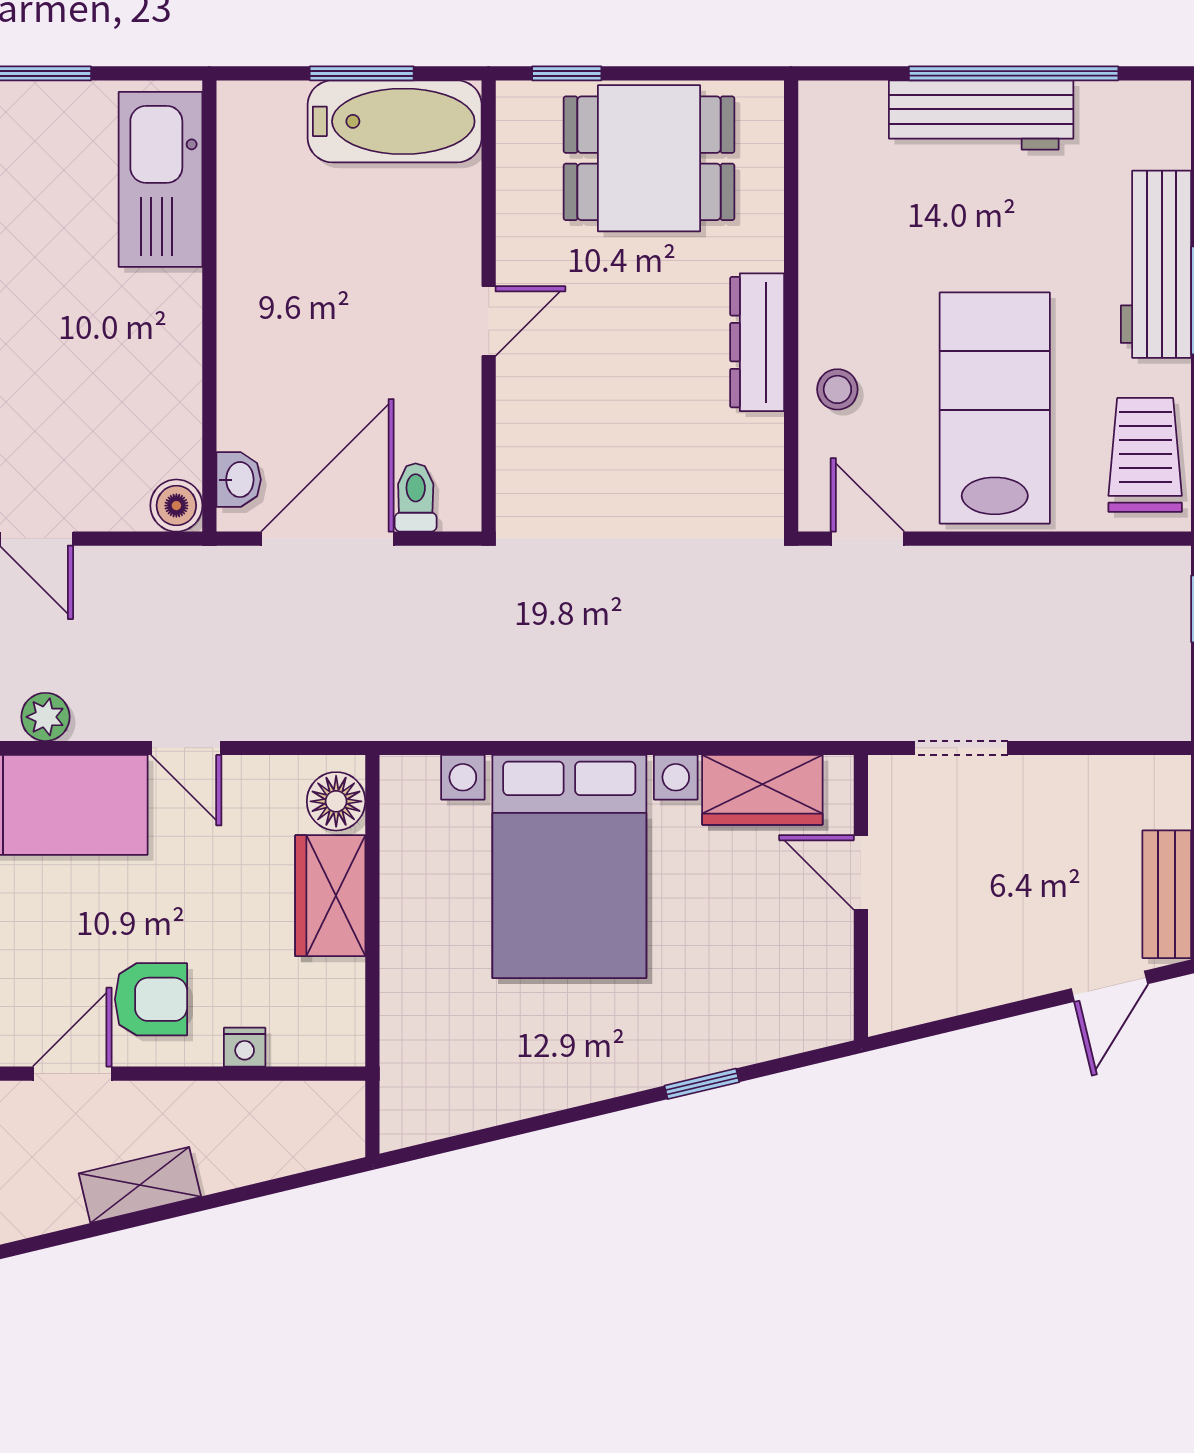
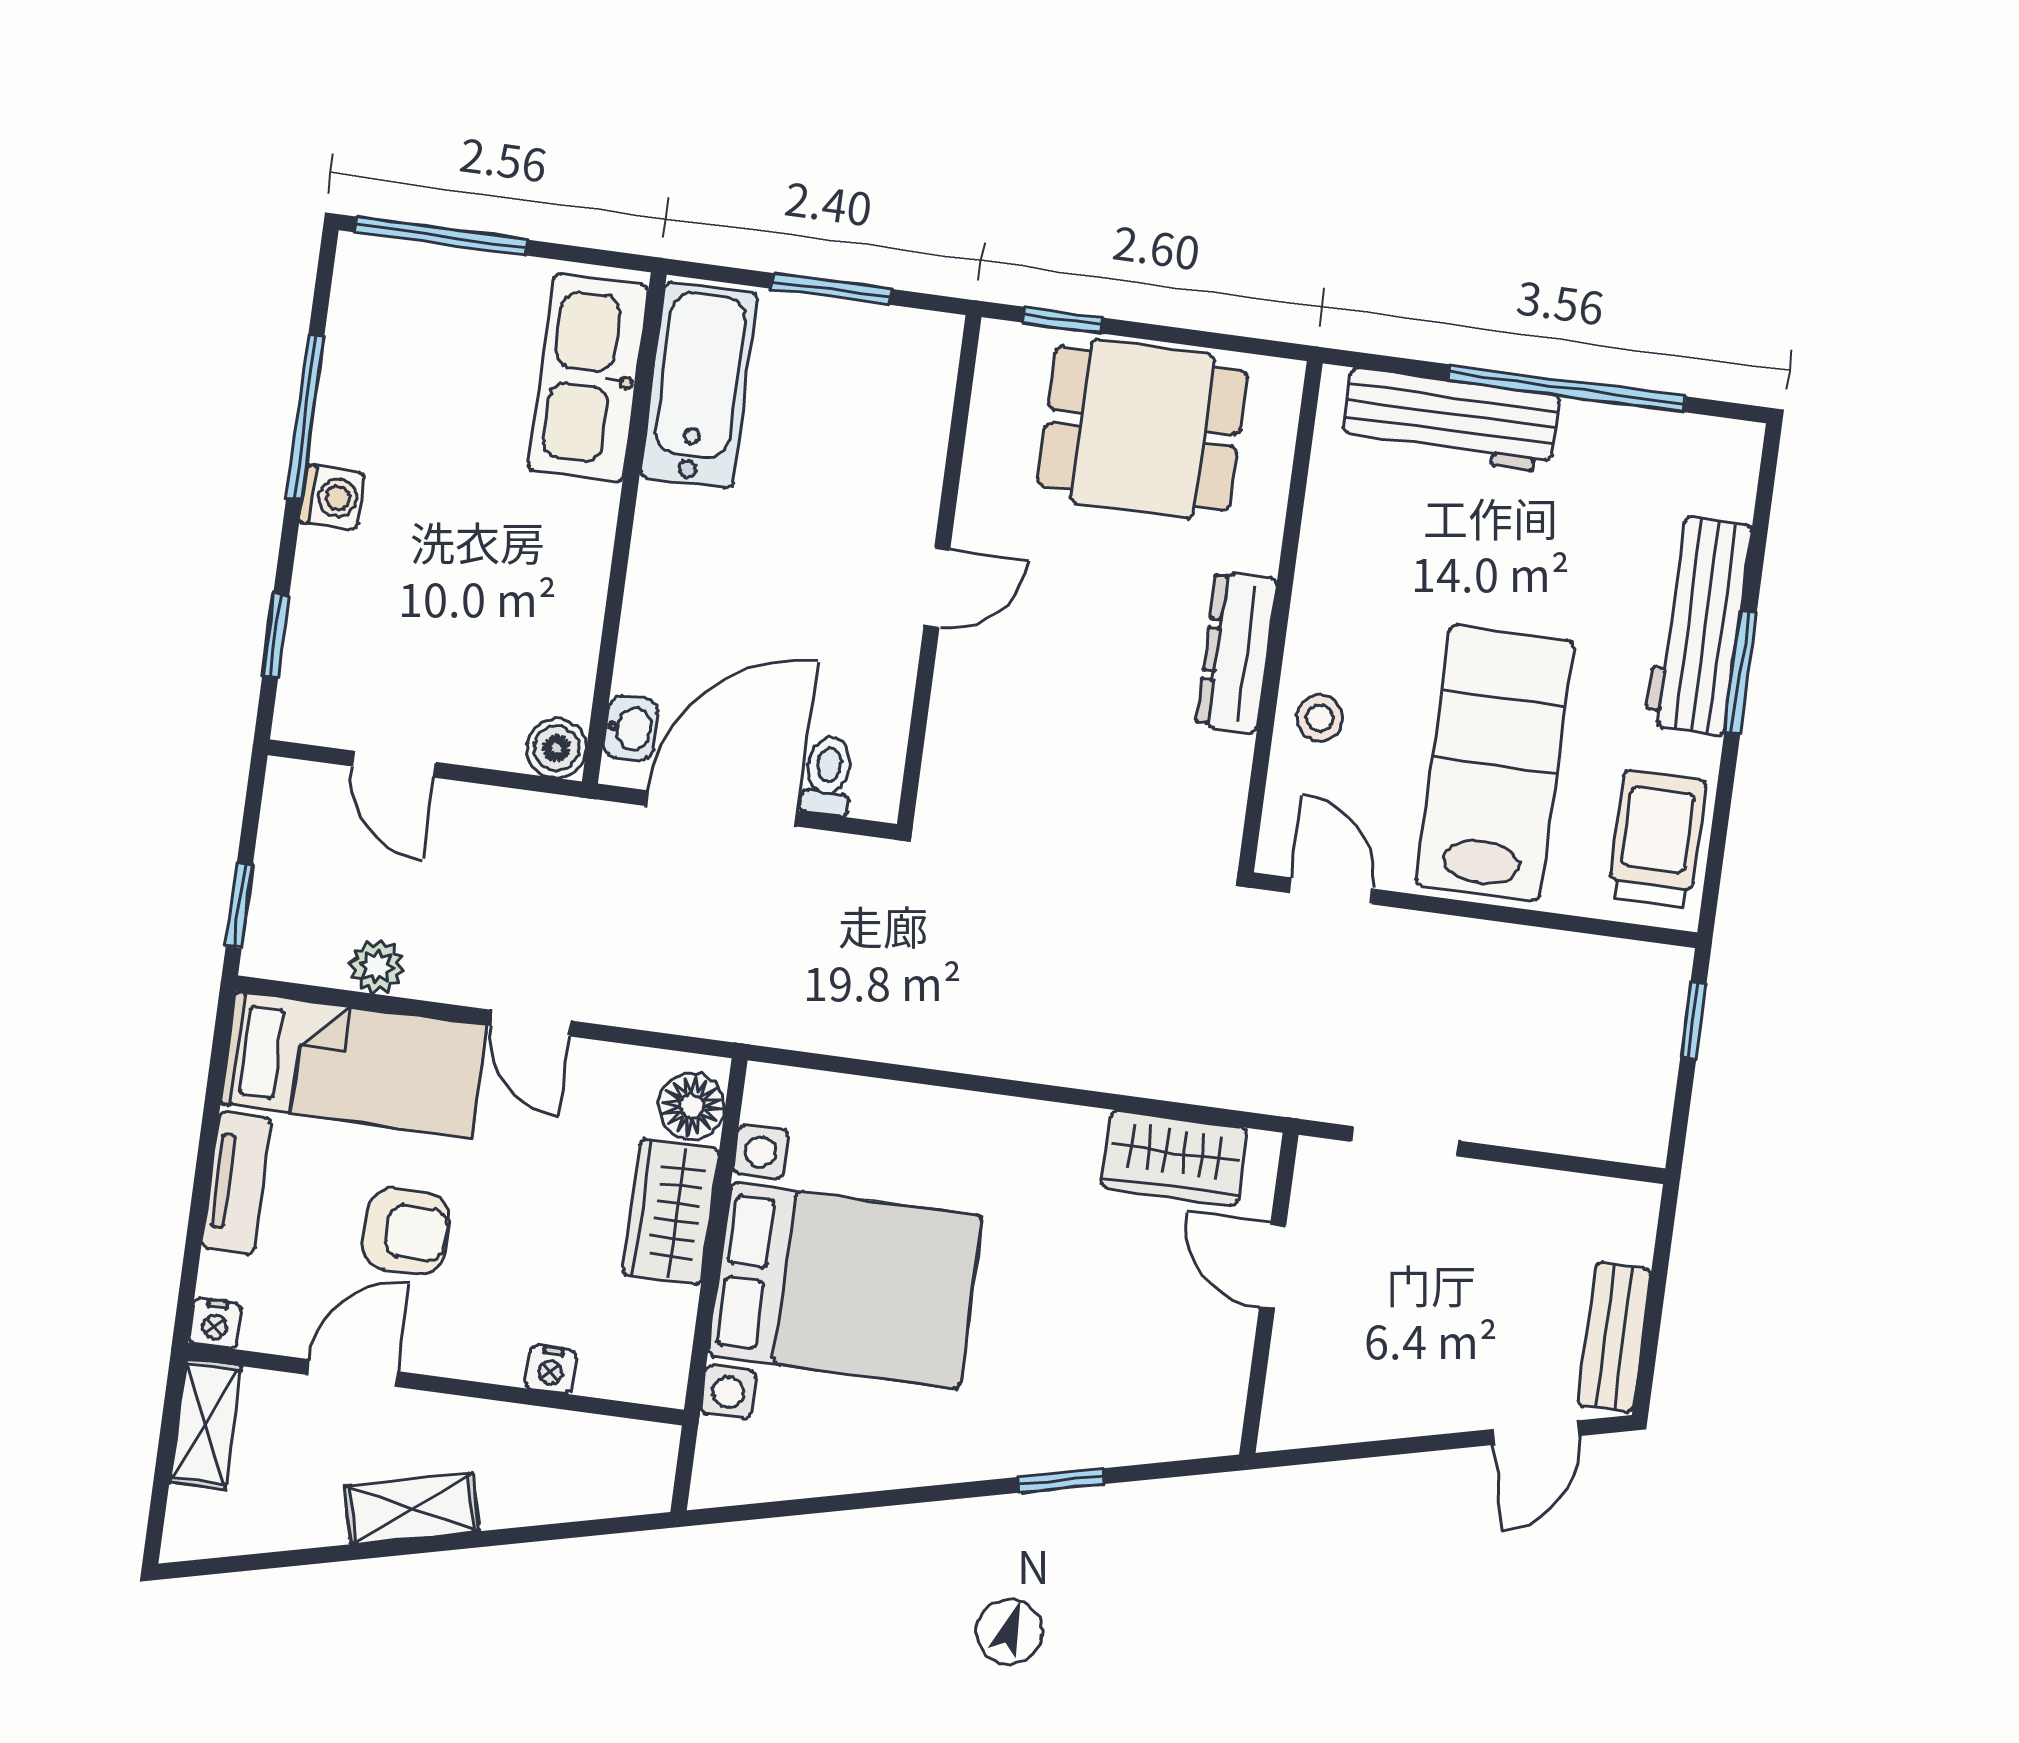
workbench: (981, 115) -> (1450, 420), moved
bathtub: (395, 121) -> (699, 385), moved, turned -90
bed with nightstands: (569, 867) -> (845, 1285), moved, turned -90
armchair: (151, 999) -> (406, 1231), moved

